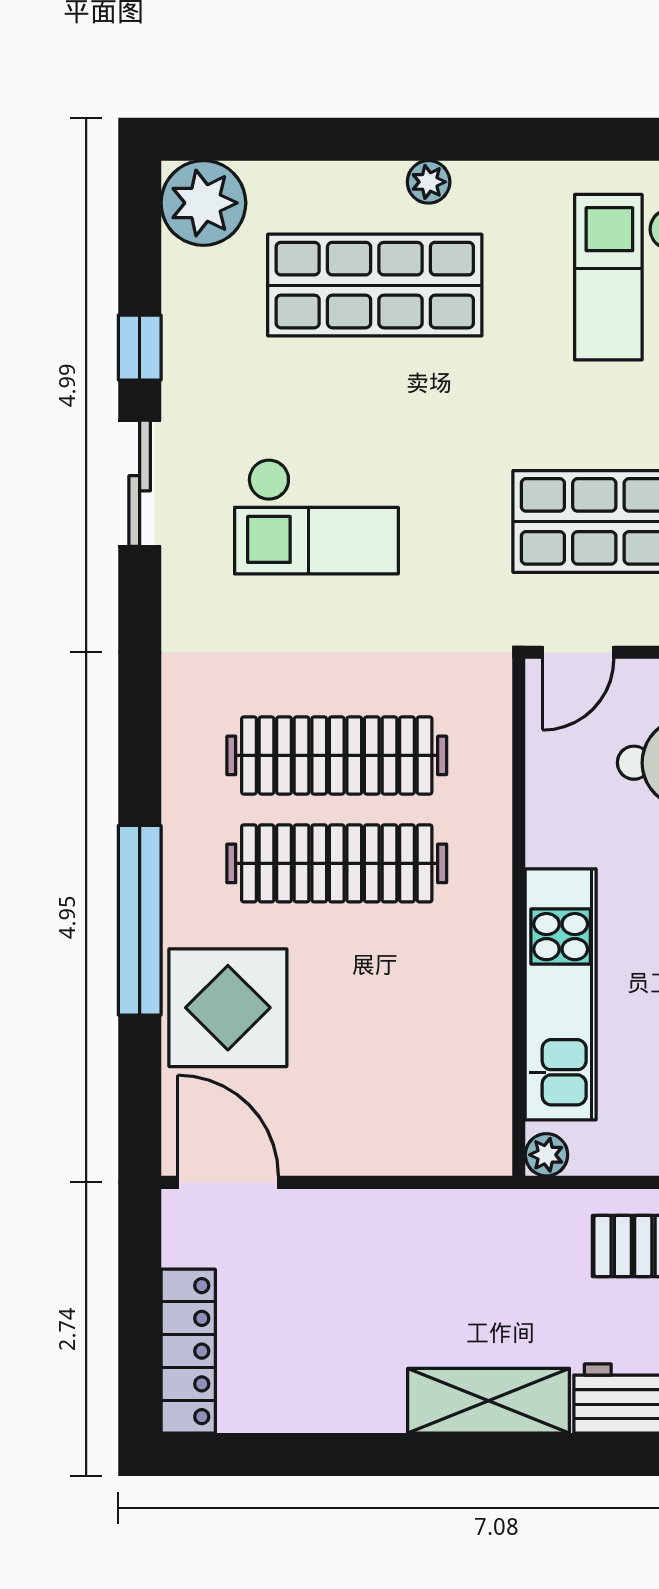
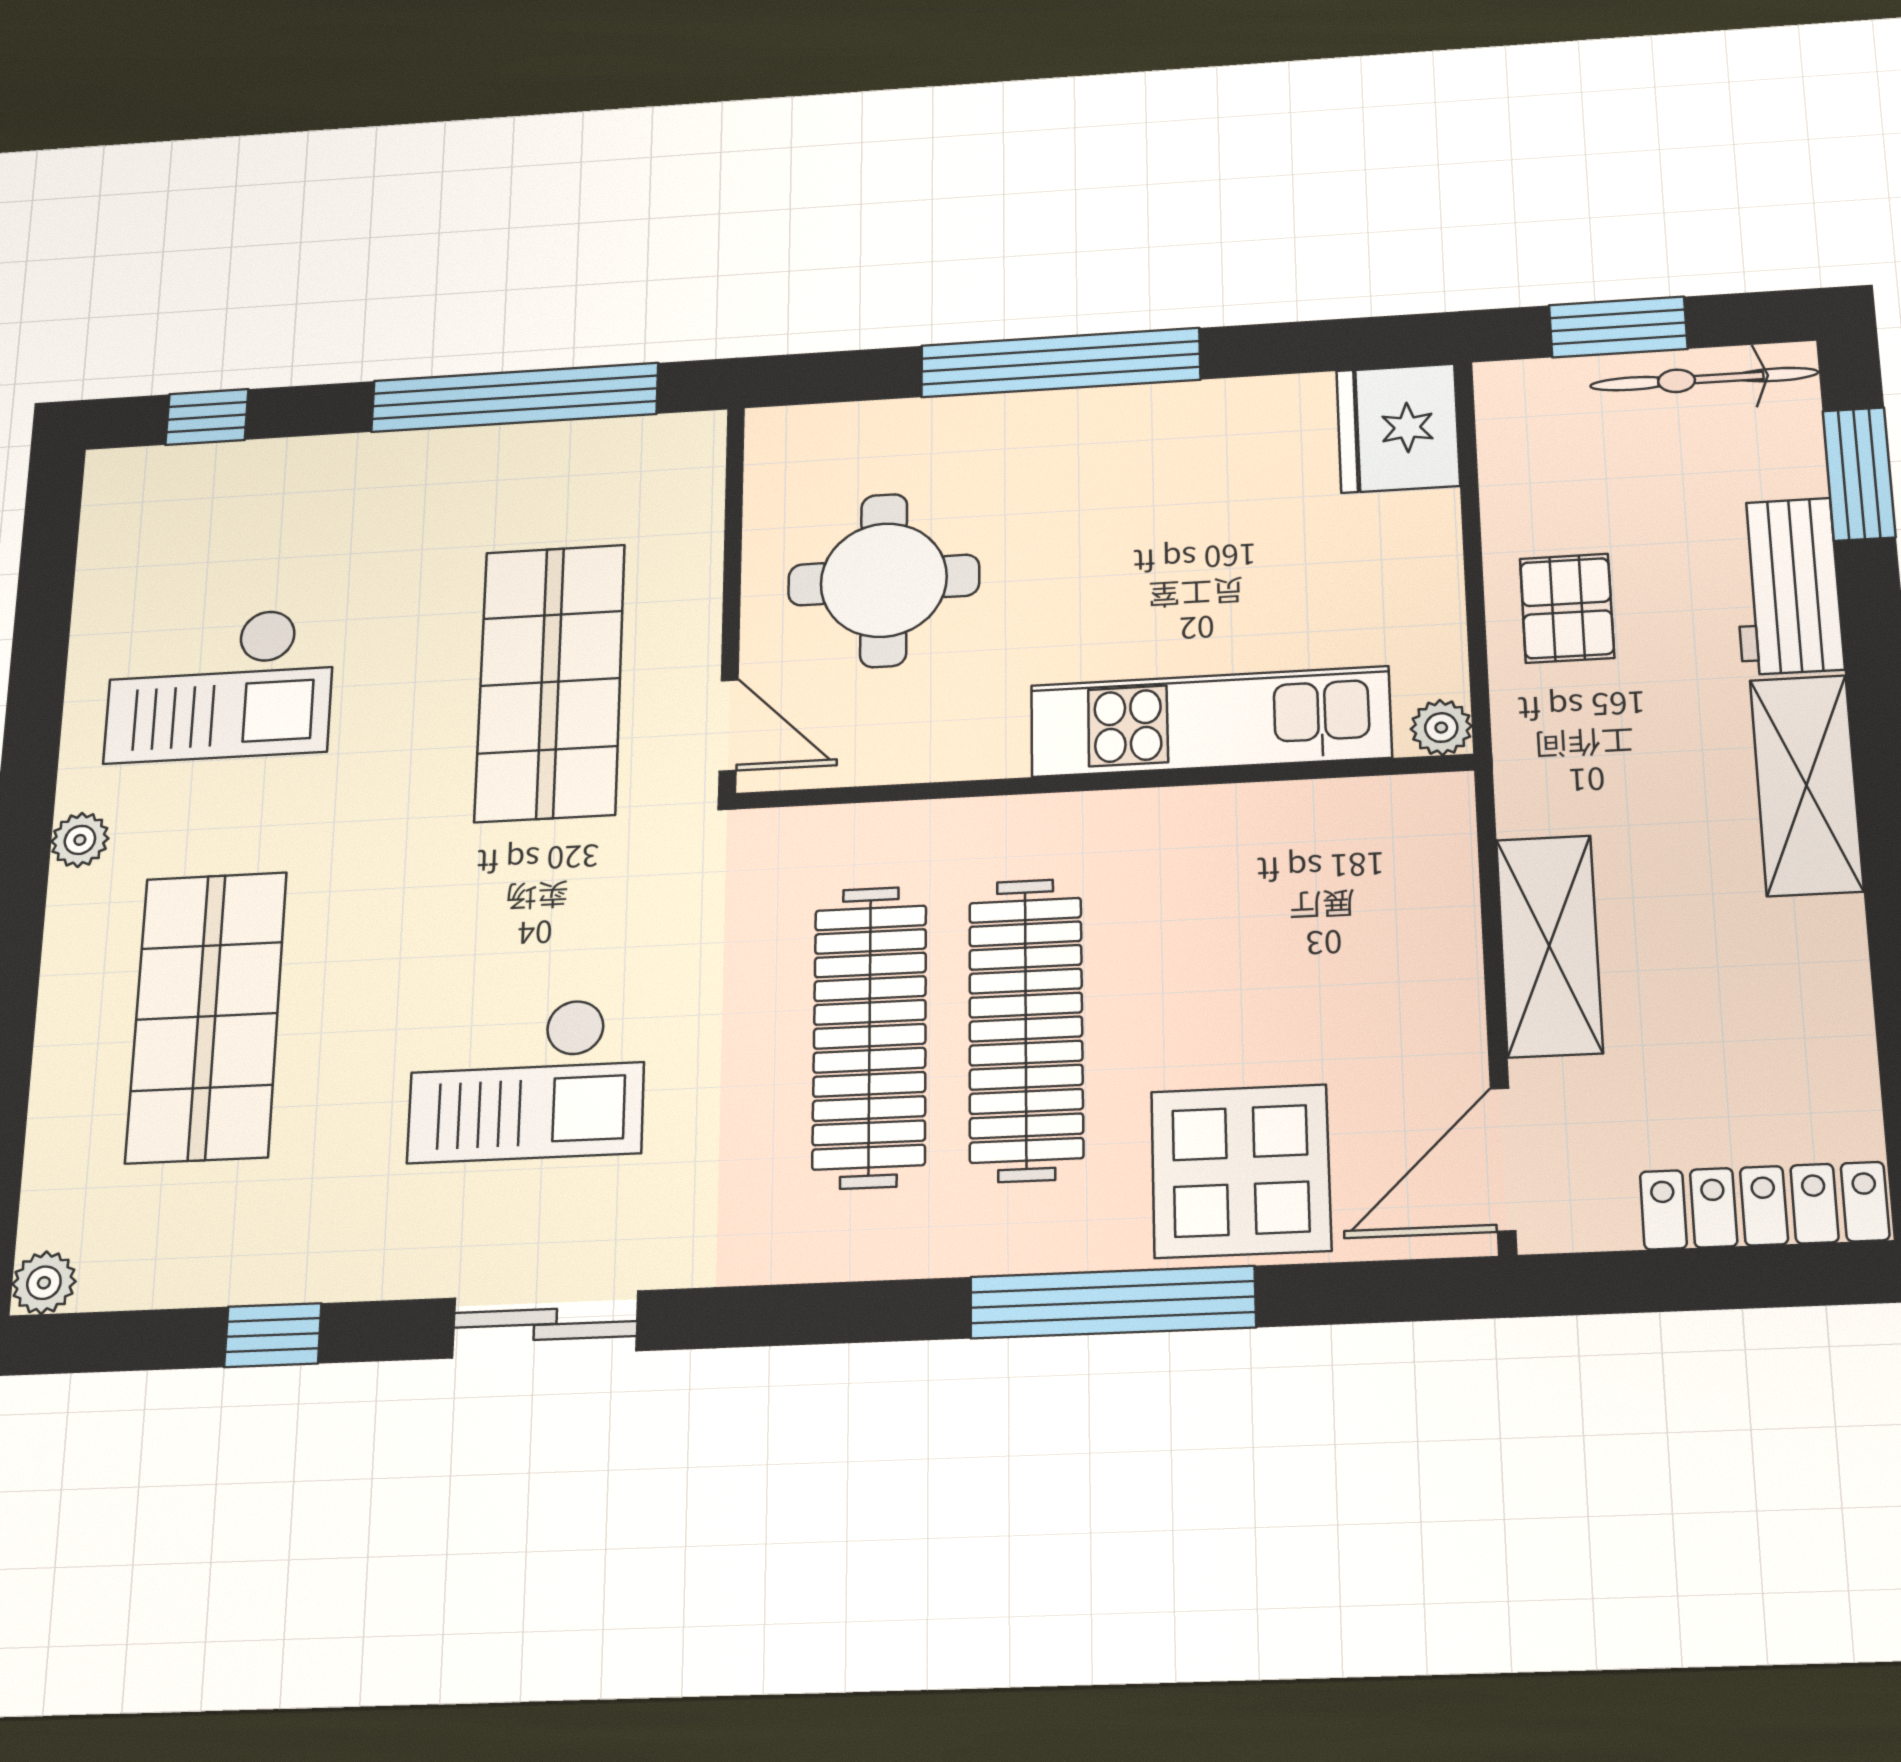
plant: (429, 182) -> (80, 840), moved
plant: (203, 203) -> (44, 1283), width x0.53, depth x0.53
sliding door: (140, 483) -> (545, 1324), moved
checkout: (316, 516) -> (527, 1080), turned 90
shelving: (379, 1221) -> (1549, 946), added

